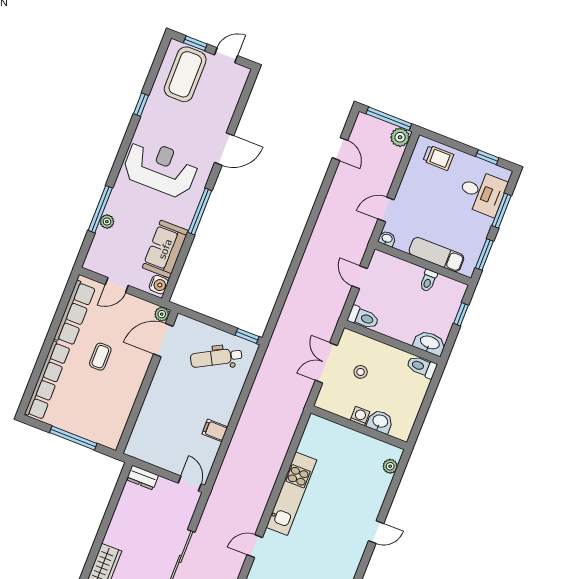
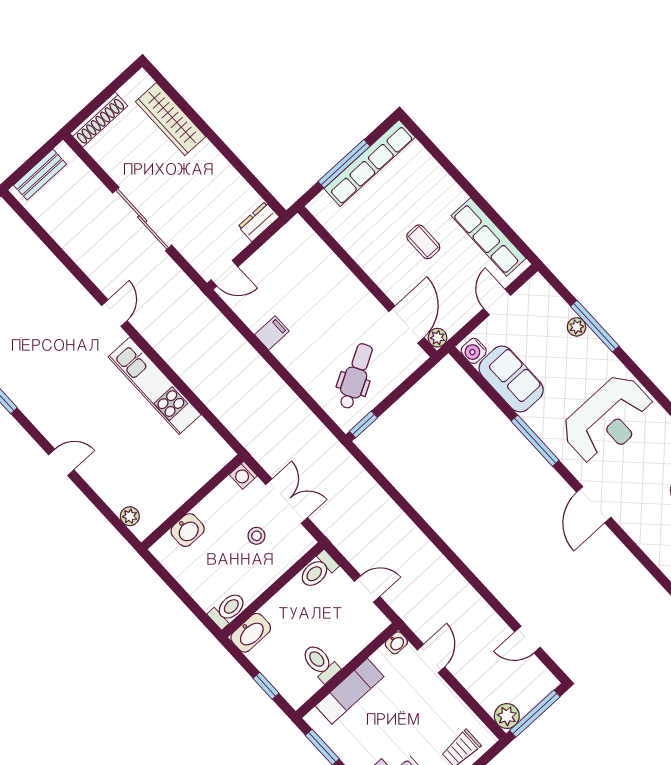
toilet: (428, 281) -> (320, 663), width x1.37, depth x1.39
row of seats: (47, 380) -> (370, 163), moved, turned -90
washing machine: (360, 416) -> (243, 475), moved, turned 90
door: (376, 532) -> (61, 462), swing flipped

